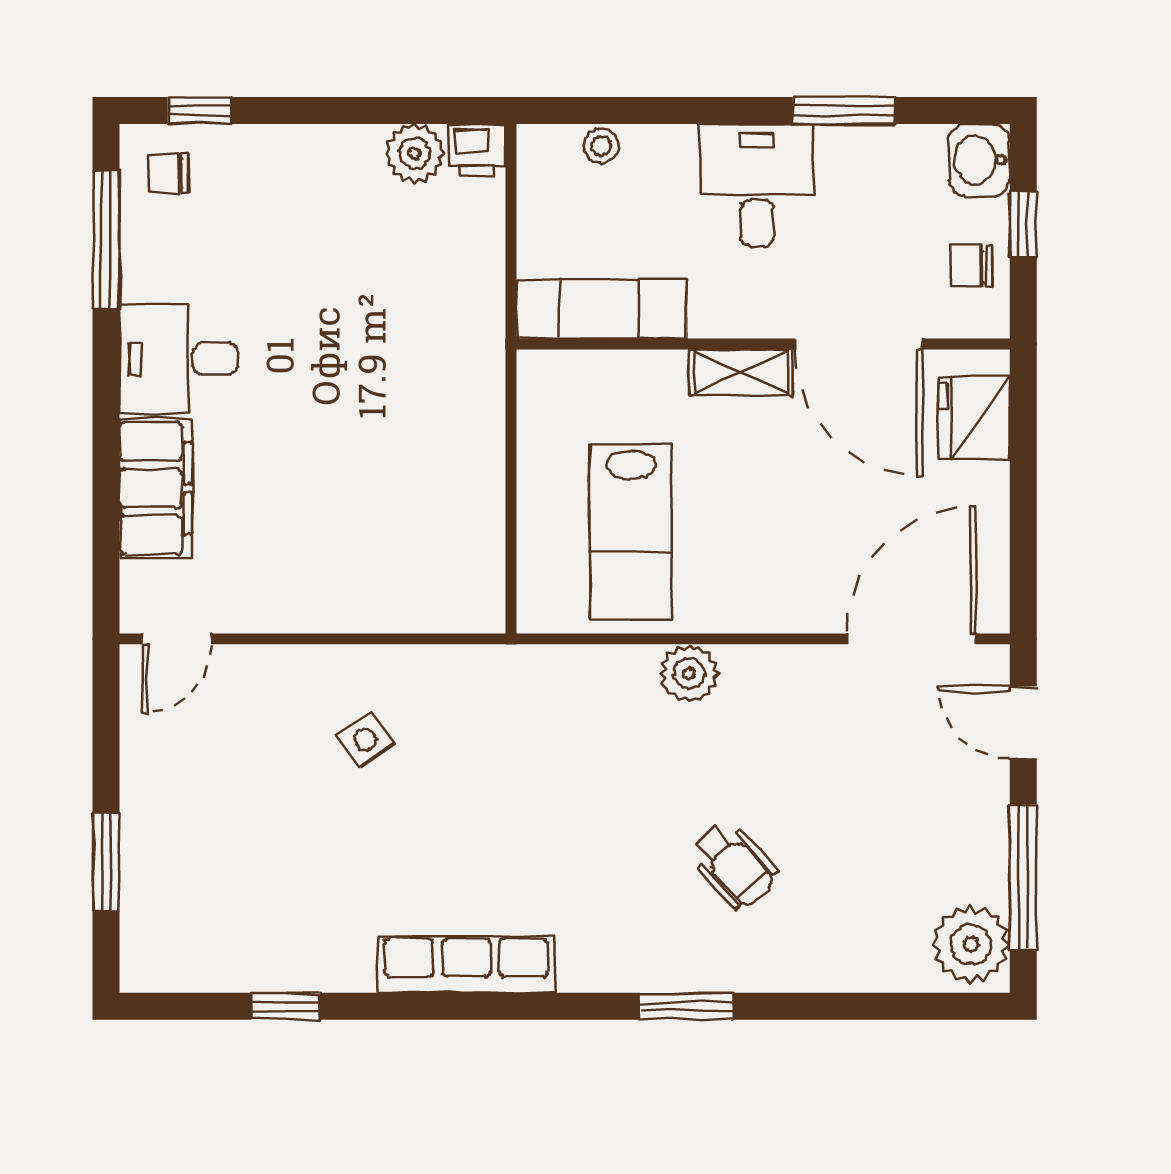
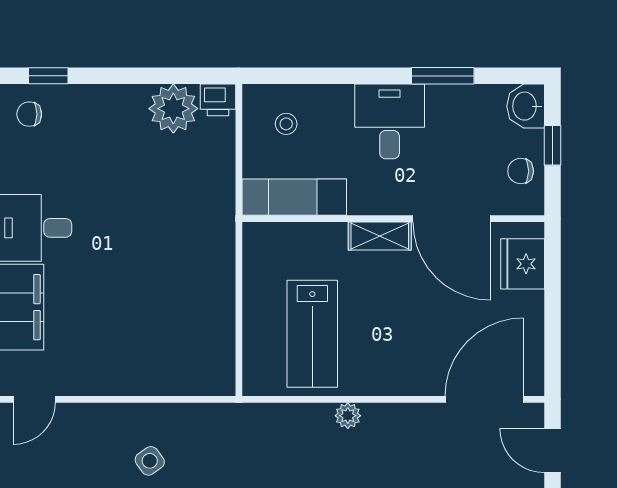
stool: (601, 146) -> (286, 124), moved
plant: (415, 153) -> (173, 109), width x1.36, depth x1.36
plant: (689, 673) -> (348, 416), width x0.73, depth x0.73

